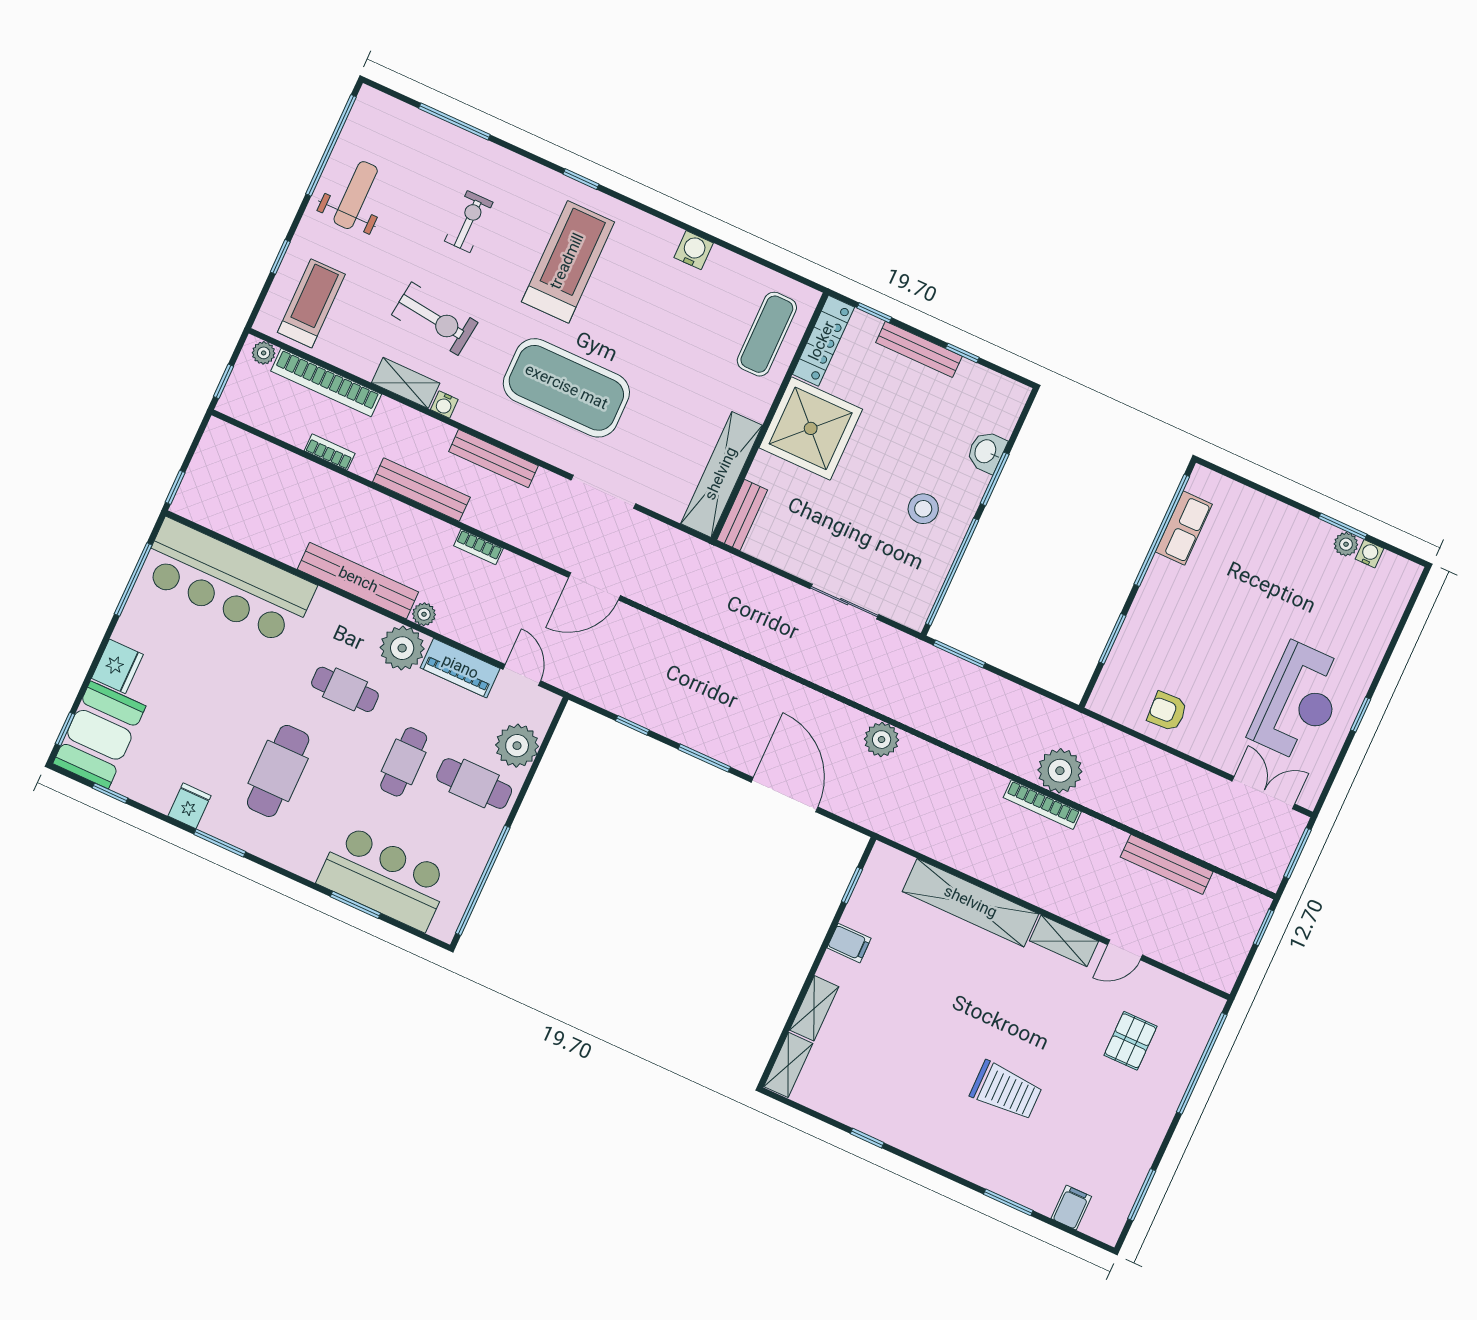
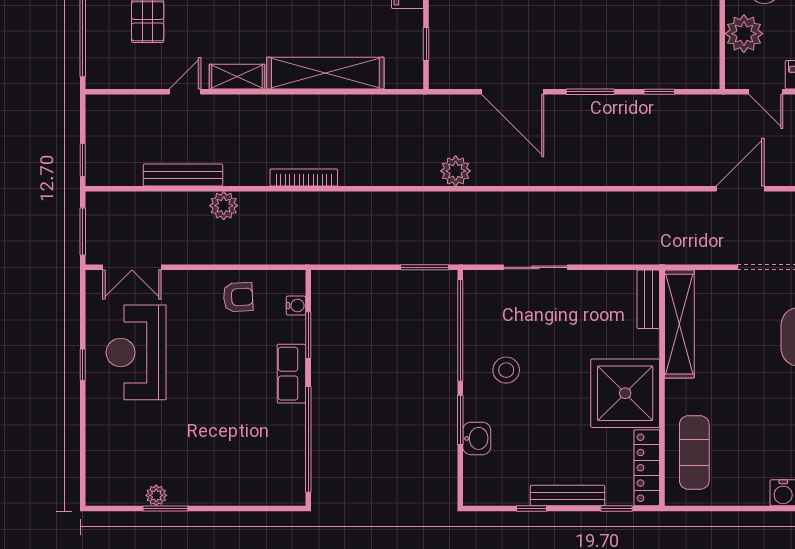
row of seats: (1184, 528) -> (291, 374), moved
water cooler: (1369, 554) -> (296, 306), moved, turned -90
plant: (1060, 771) -> (224, 206), moved, width x0.73, depth x0.73

